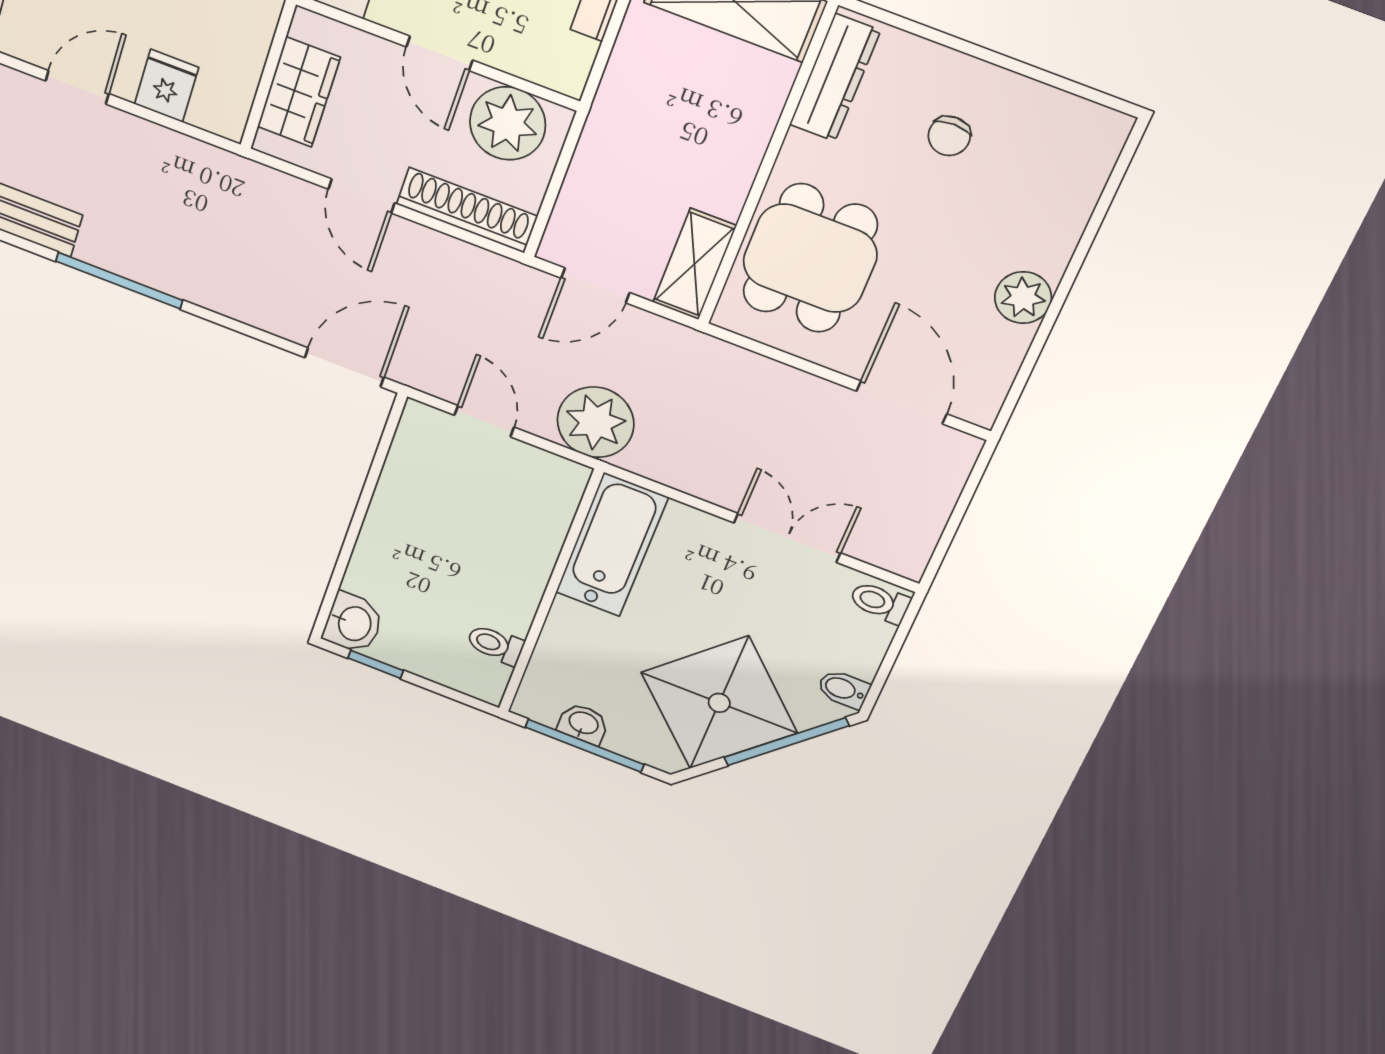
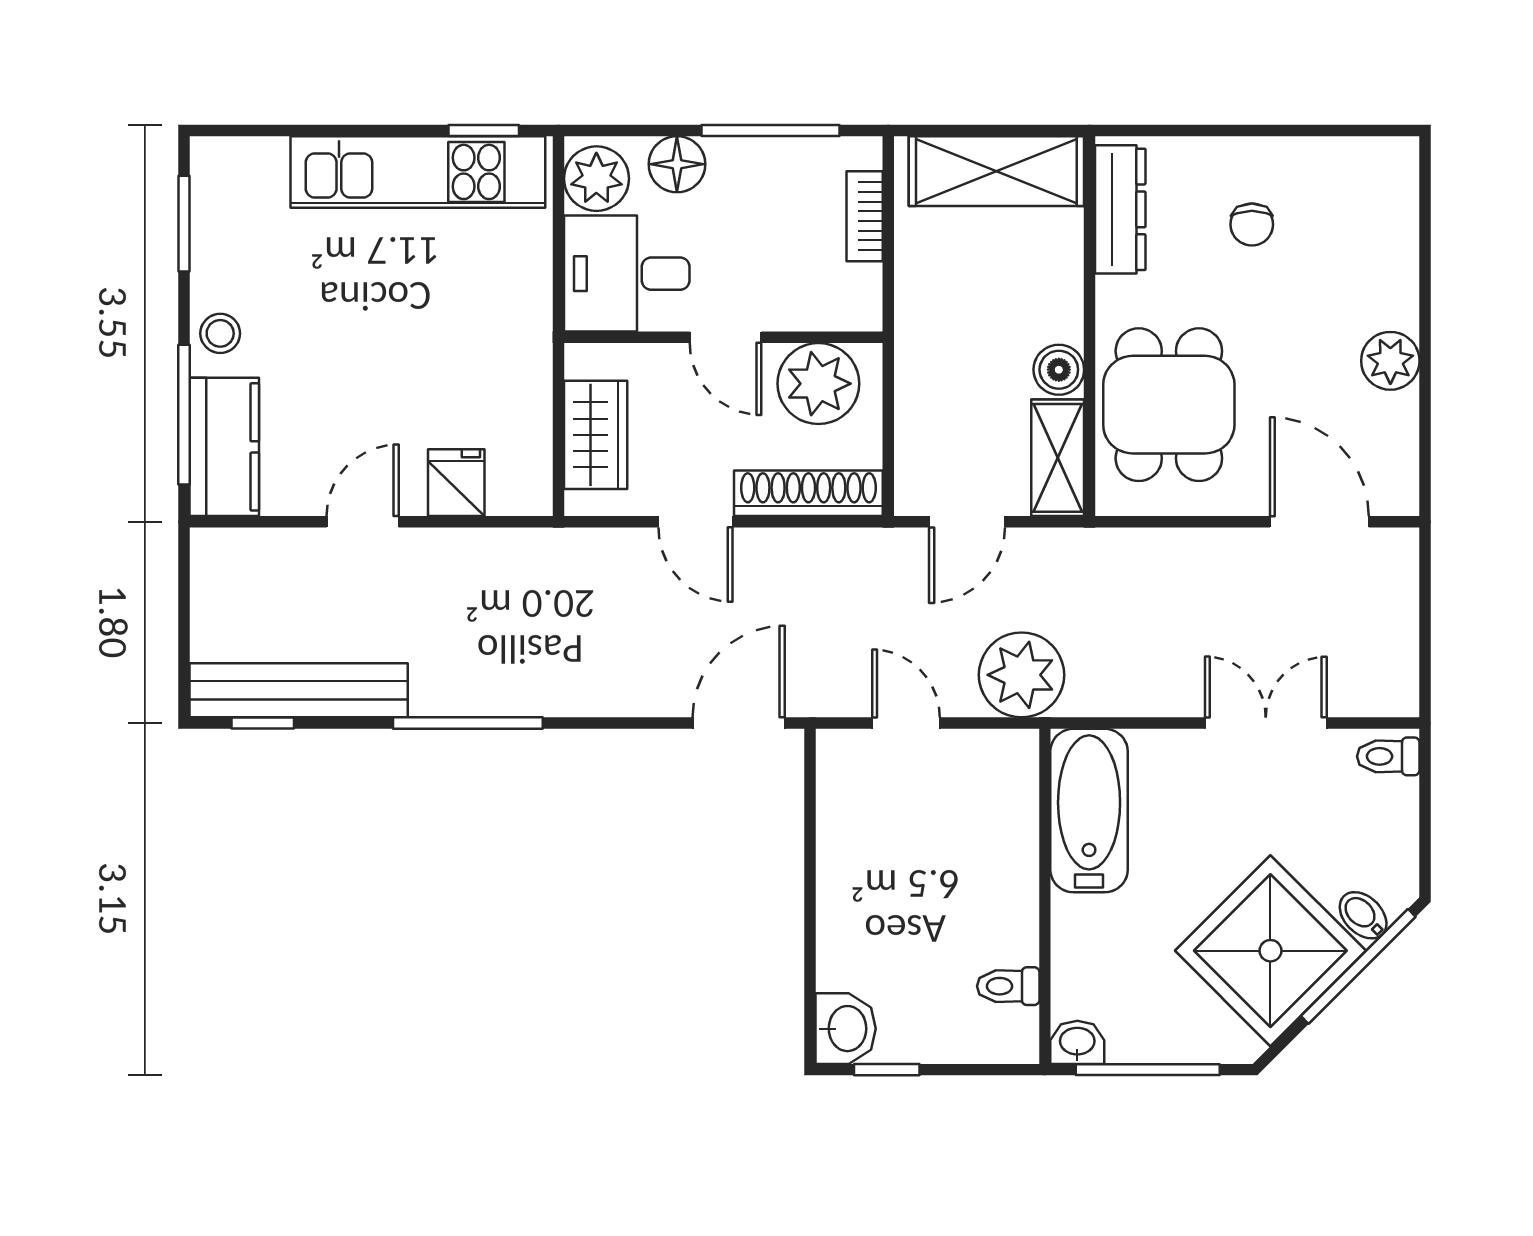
boiler: (724, 193) -> (1059, 370), added
bidet: (843, 689) -> (1363, 915), moved, turned 45
washbasin: (583, 724) -> (1077, 1042), moved

